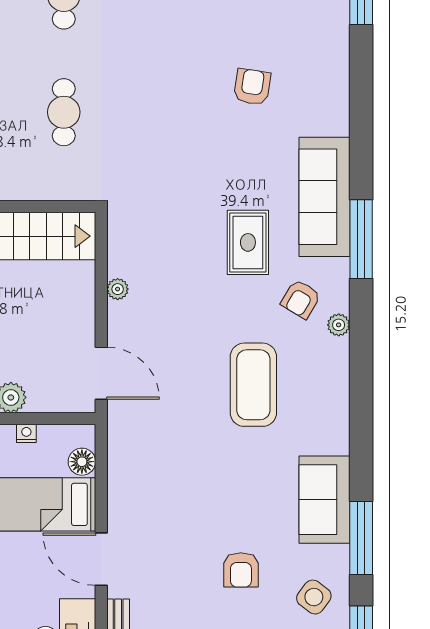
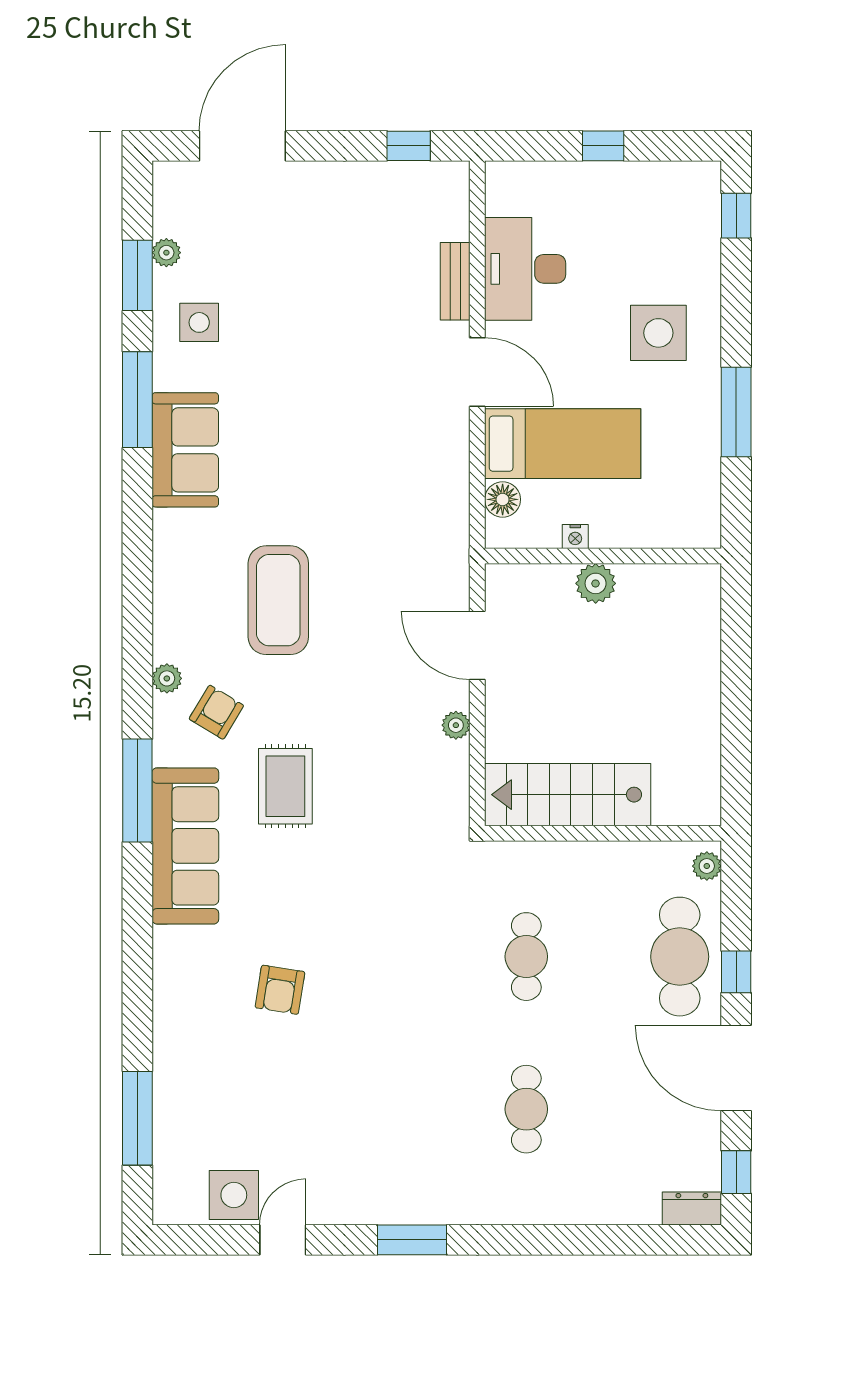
door: (101, 373) -> (477, 645), moved
armchair: (241, 570) -> (295, 358), removed
side table: (314, 597) -> (199, 322), turned -37

